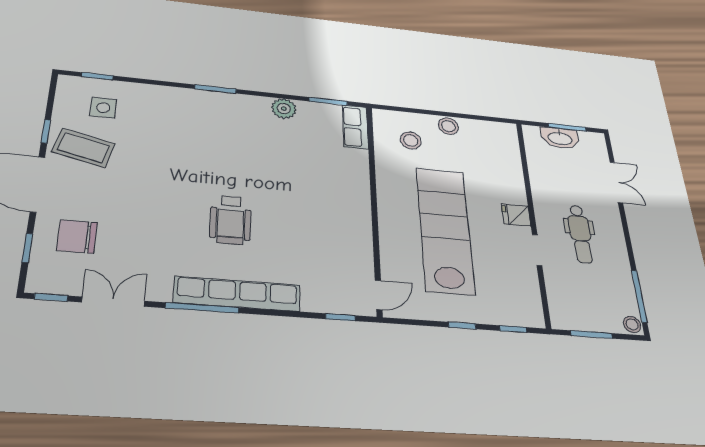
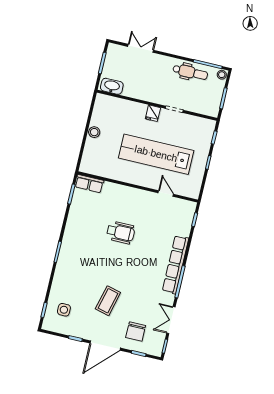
plant: (284, 109) -> (74, 219), removed
washbasin: (560, 138) -> (112, 86), moved, turned -90
stool: (411, 140) -> (101, 156), removed
coffee table: (84, 148) -> (108, 301), moved
wheelchair: (231, 220) -> (121, 232), moved
dental chair: (580, 234) -> (190, 72), moved
door: (379, 295) -> (166, 194), moved

